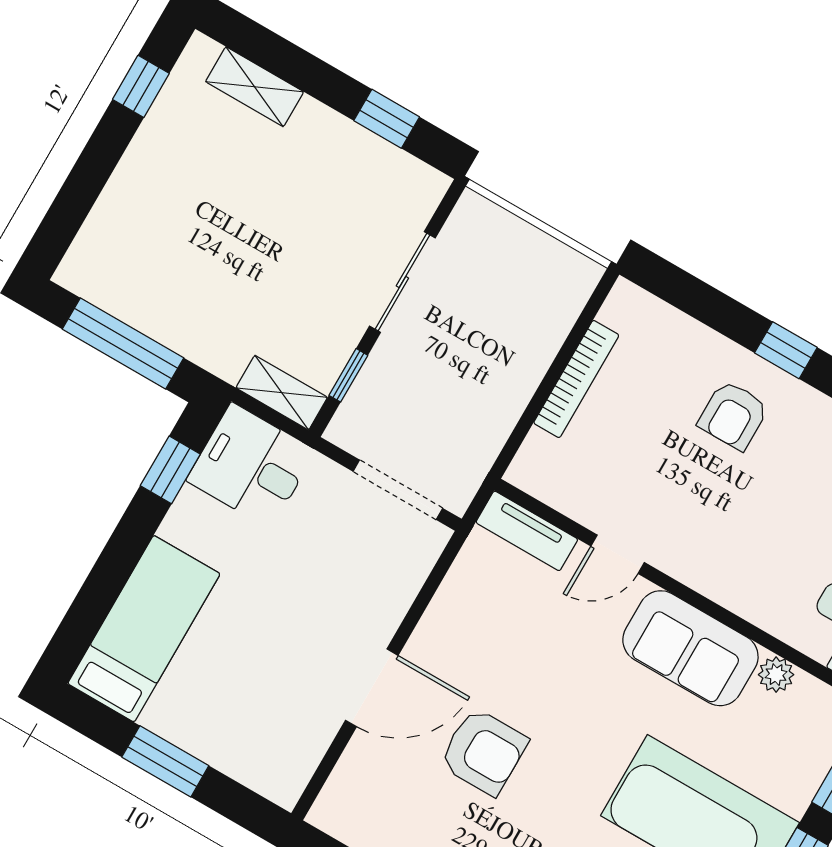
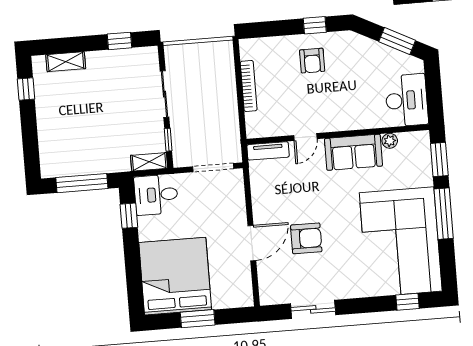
bed: (144, 629) -> (175, 276), width x2.04

